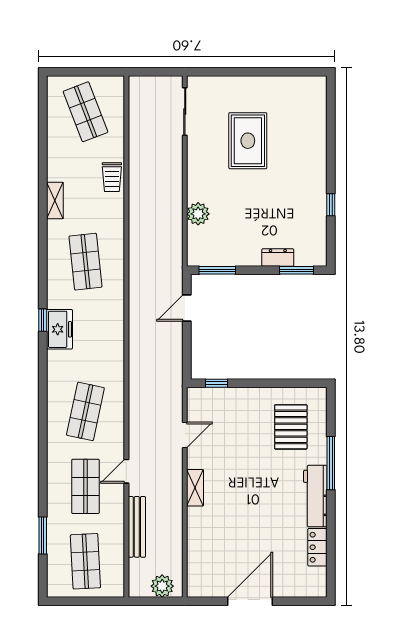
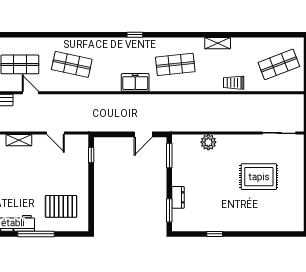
door: (187, 308) -> (143, 134), swing flipped
freezer: (59, 329) -> (135, 82), moved, turned 180

